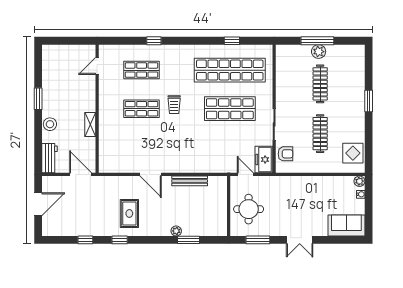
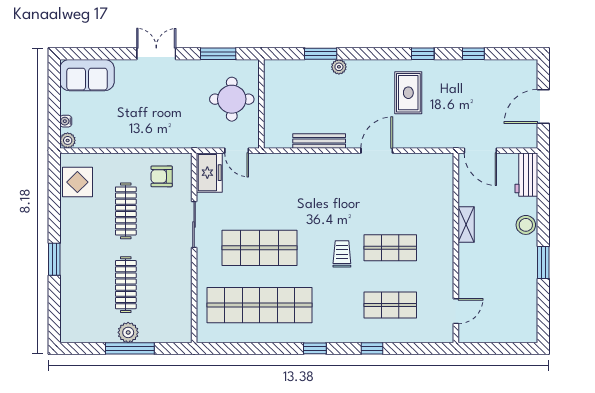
window: (232, 41) -> (315, 348), moved
armchair: (285, 154) -> (162, 176), moved
door: (151, 174) -> (377, 151), hinge flipped

